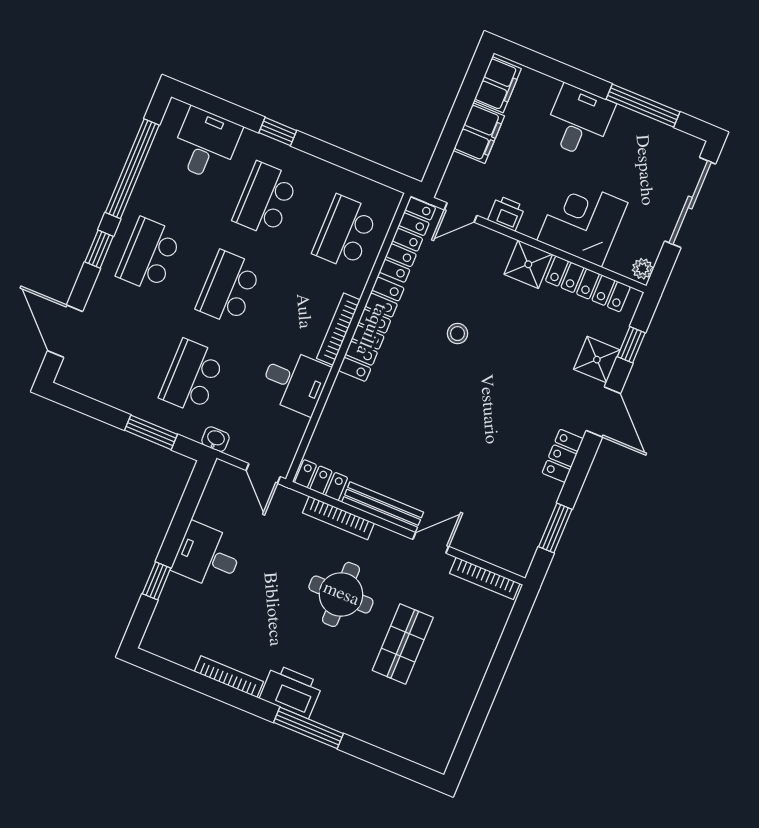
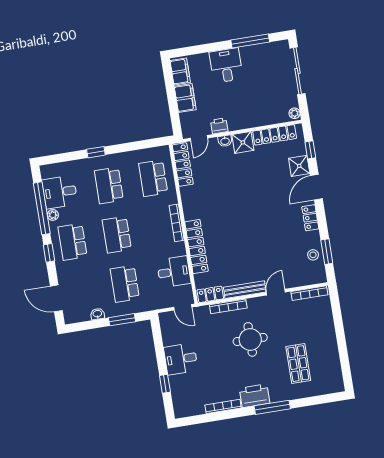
desk: (206, 144) -> (60, 192), moved, turned -90
plant: (144, 191) -> (53, 215), added
corner desk: (582, 222) -> (255, 109), removed
washbasin: (501, 244) -> (225, 141), added
locker: (371, 329) -> (196, 247), moved
stool: (457, 334) -> (313, 255), moved
desk: (295, 381) -> (174, 272), moved
door: (603, 412) -> (316, 187), swing flipped
washbasin: (215, 439) -> (97, 314), moved
shop shelf: (403, 644) -> (298, 364), moved

